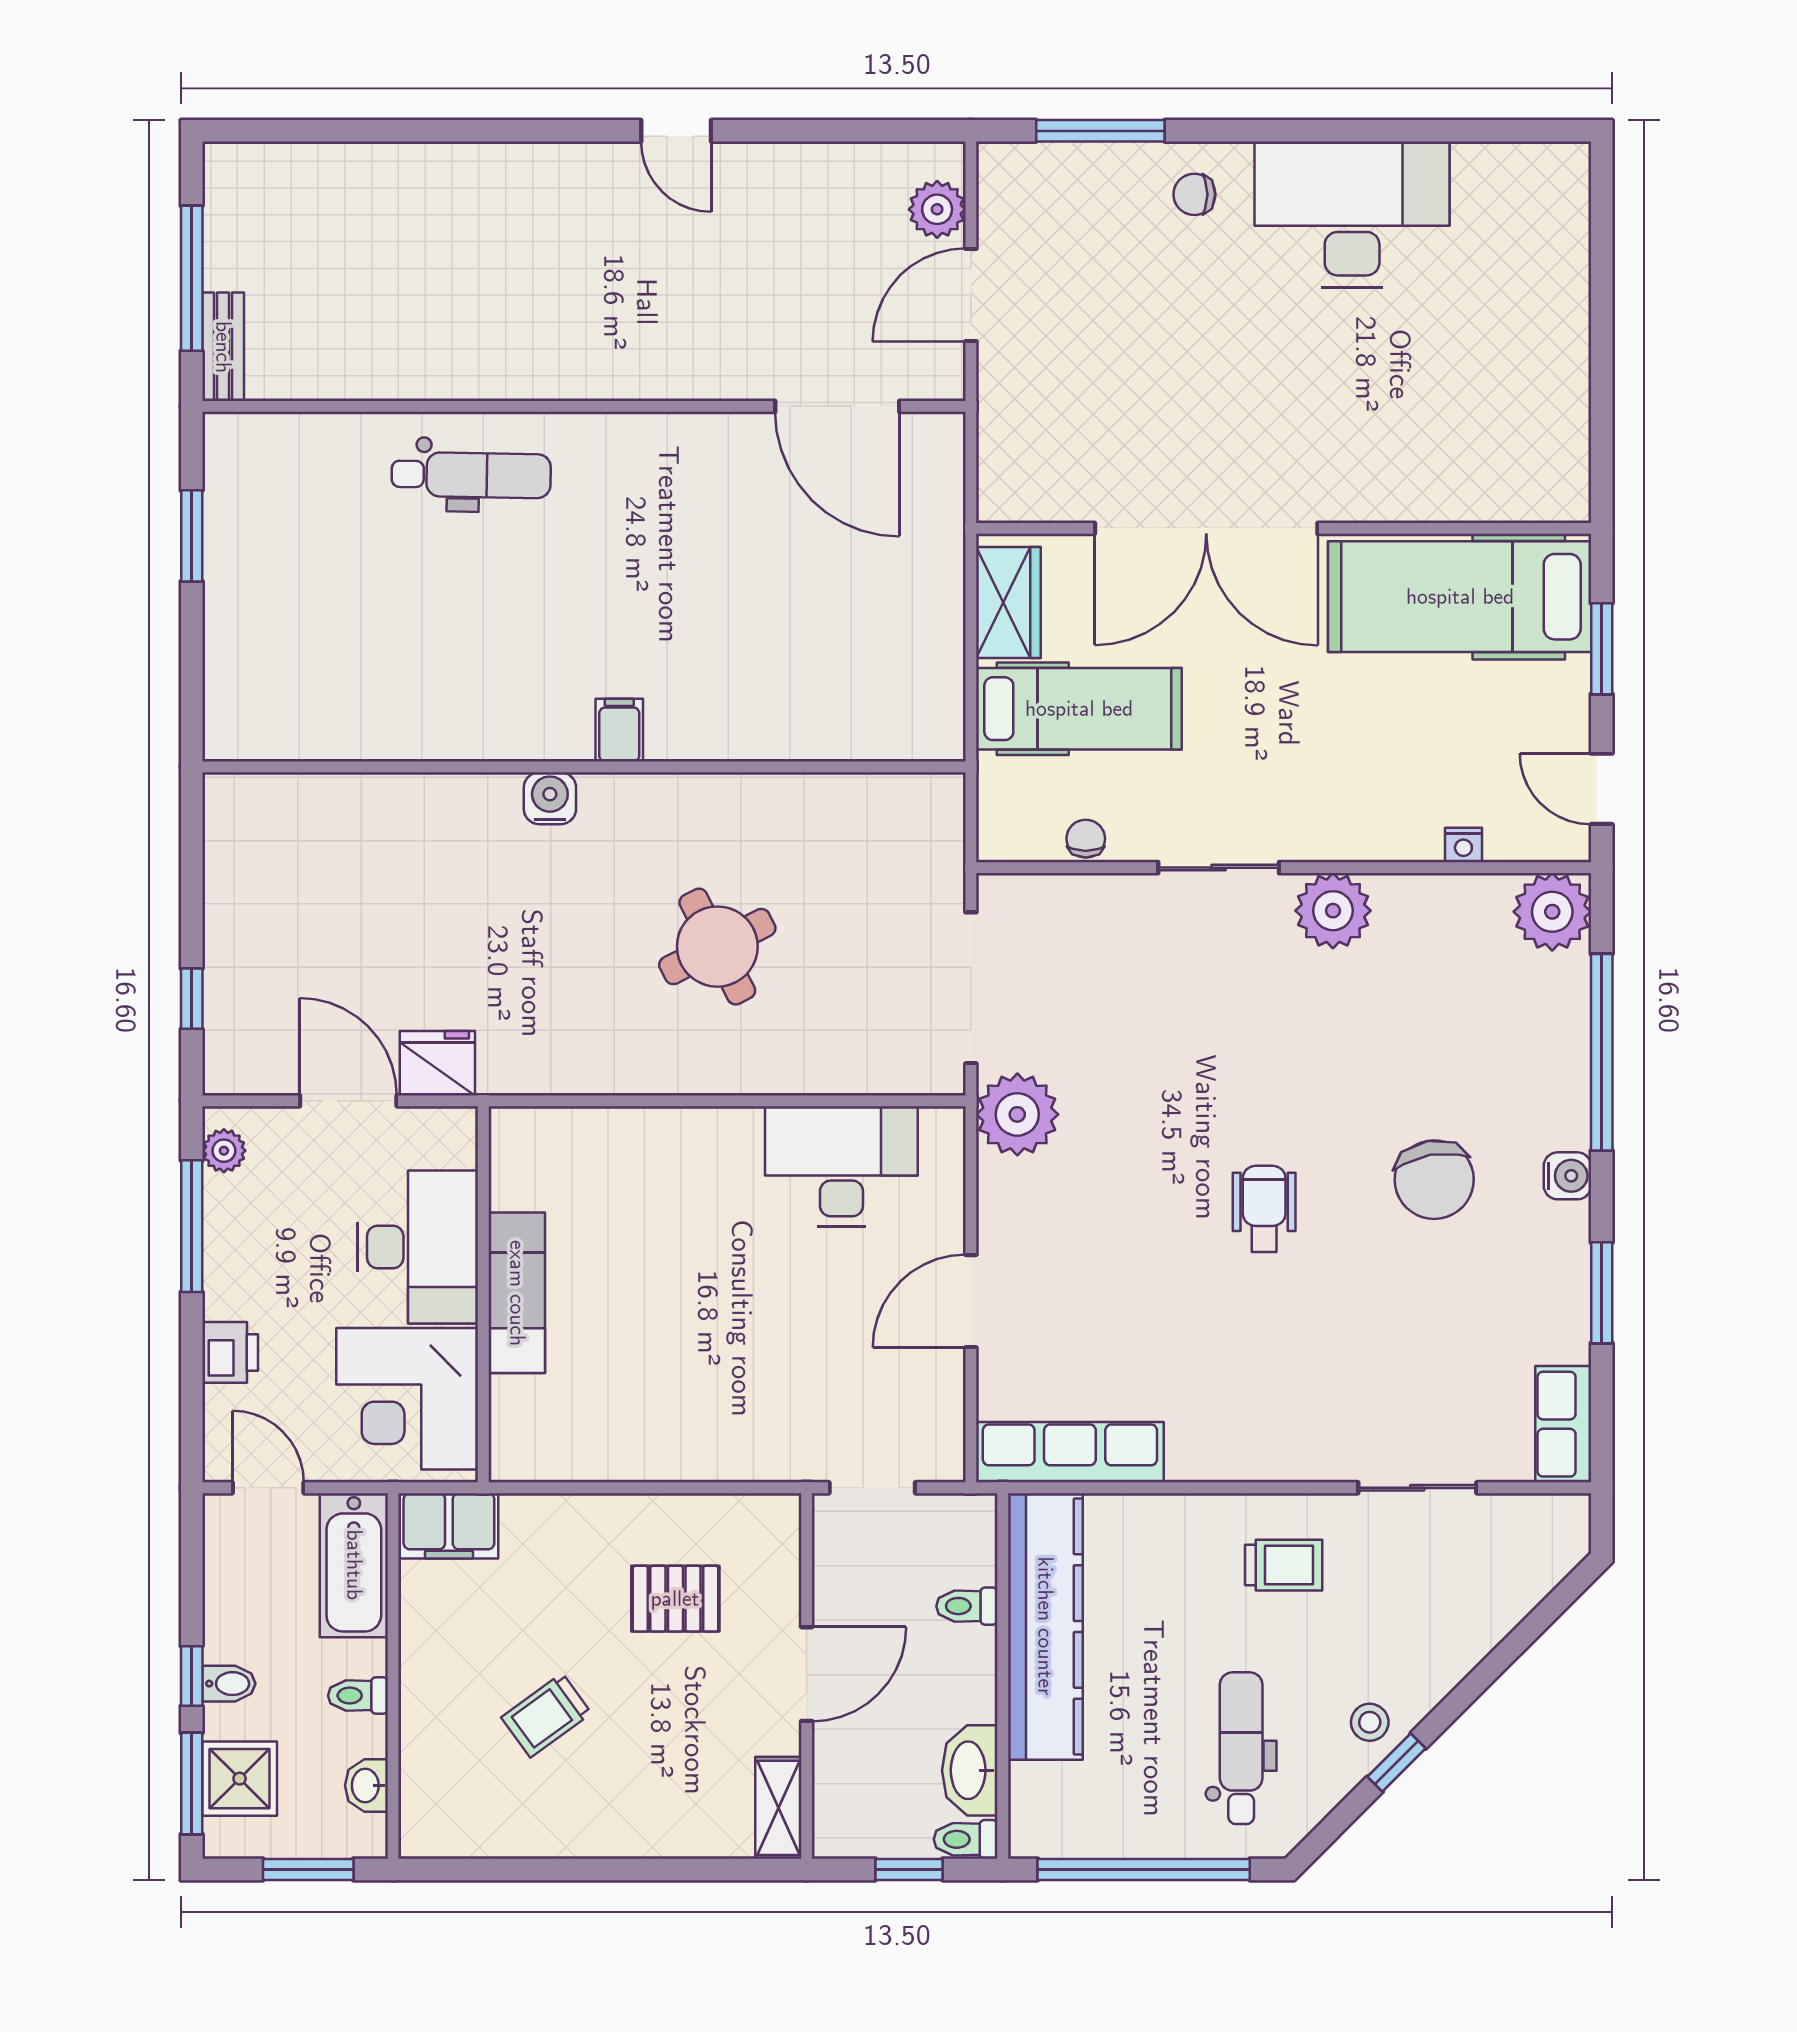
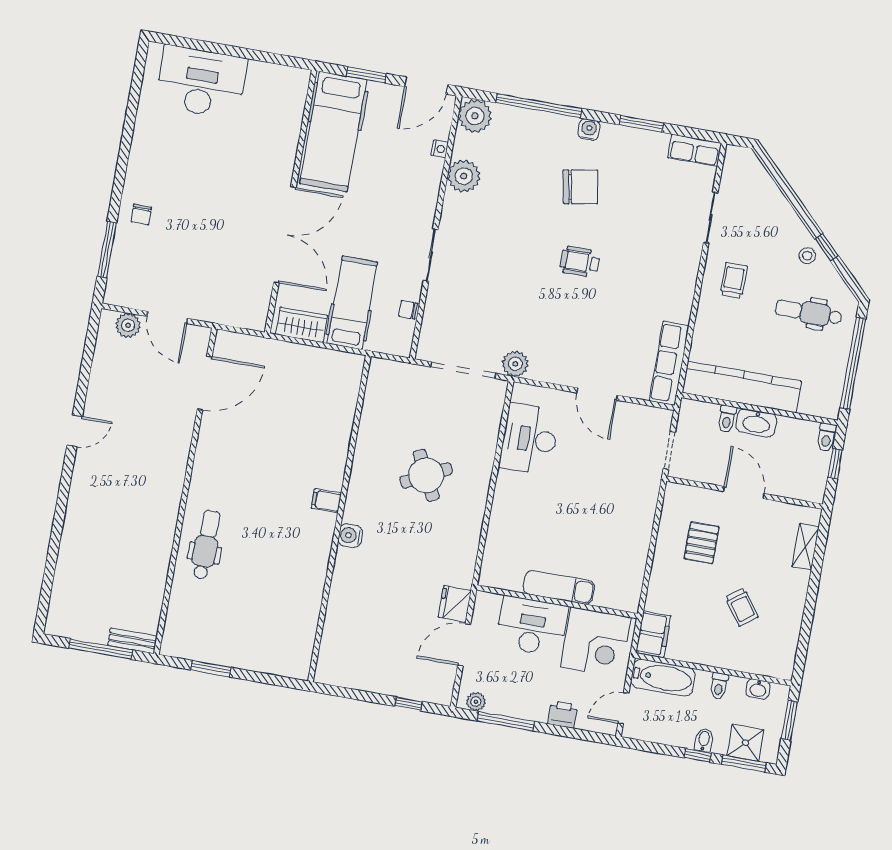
desk: (1352, 214) -> (201, 82), moved, turned 90
door: (1602, 789) -> (426, 86), width x1.38
plant: (1333, 911) -> (464, 176), moved
plant: (1017, 1114) -> (515, 364), width x0.73, depth x0.73
washbasin: (970, 1770) -> (756, 423), moved
shelving: (778, 1808) -> (806, 547), moved, turned 90

